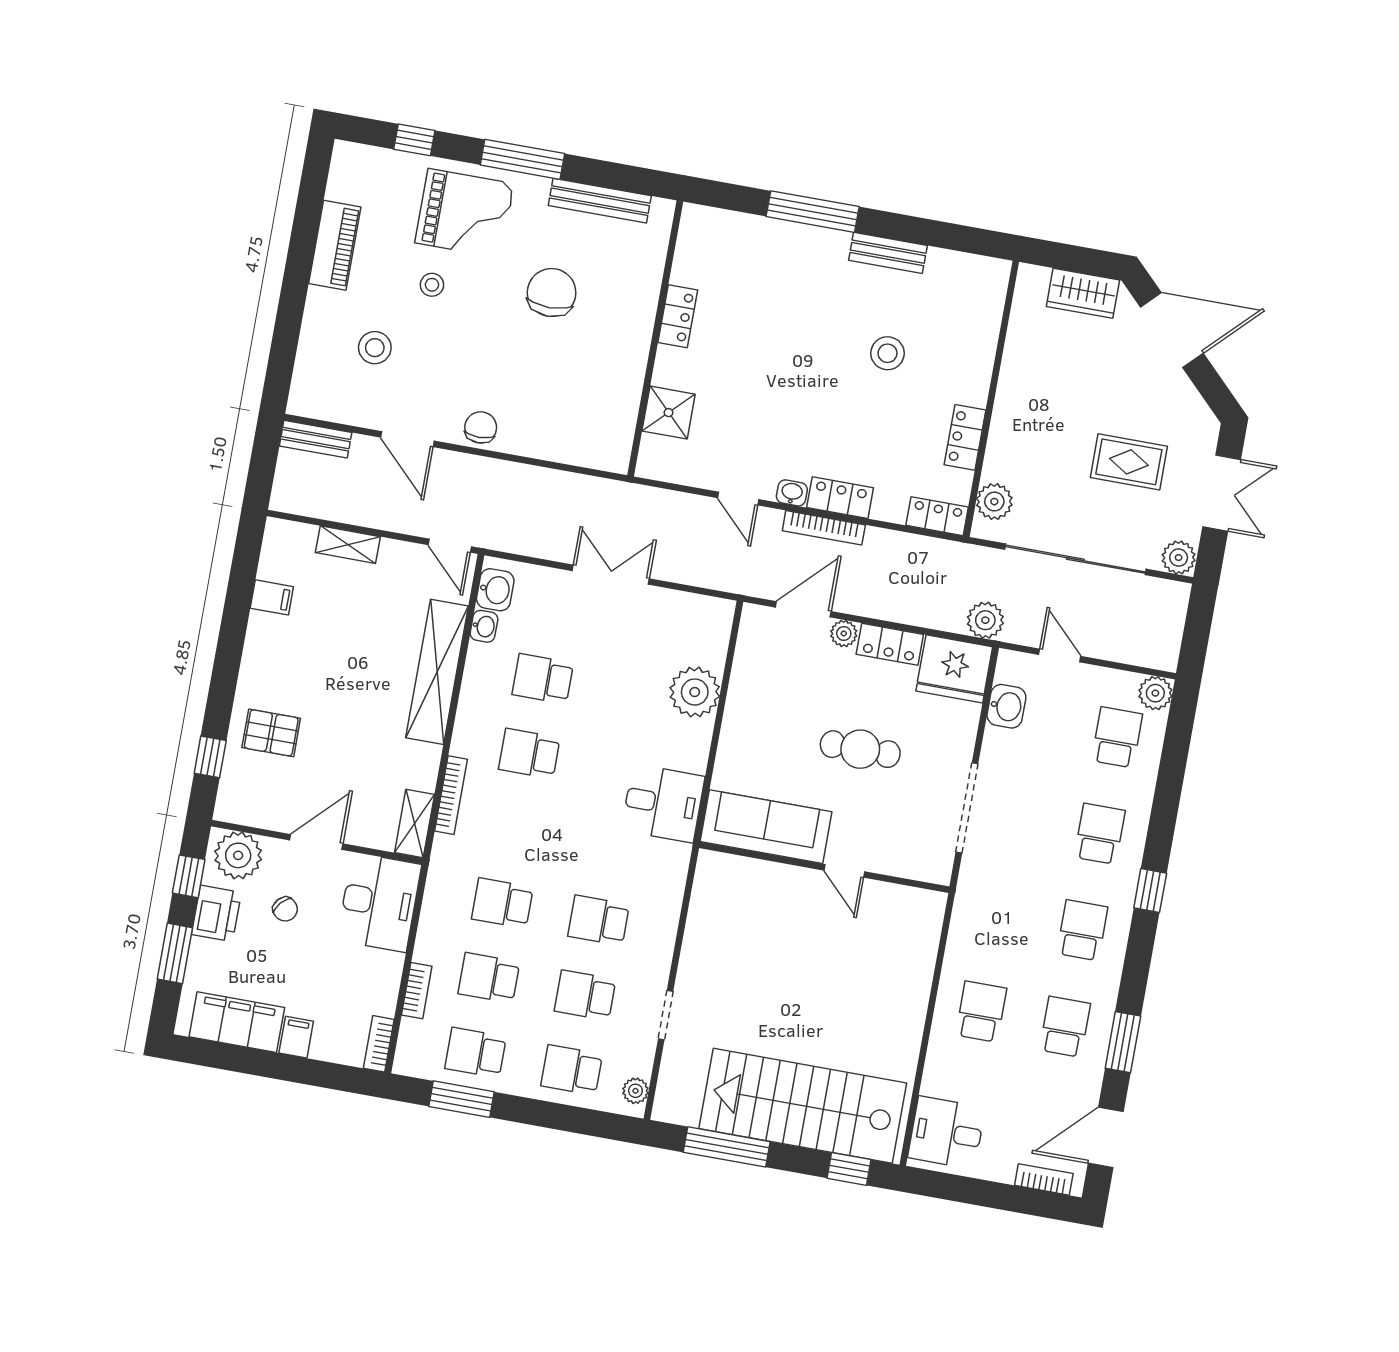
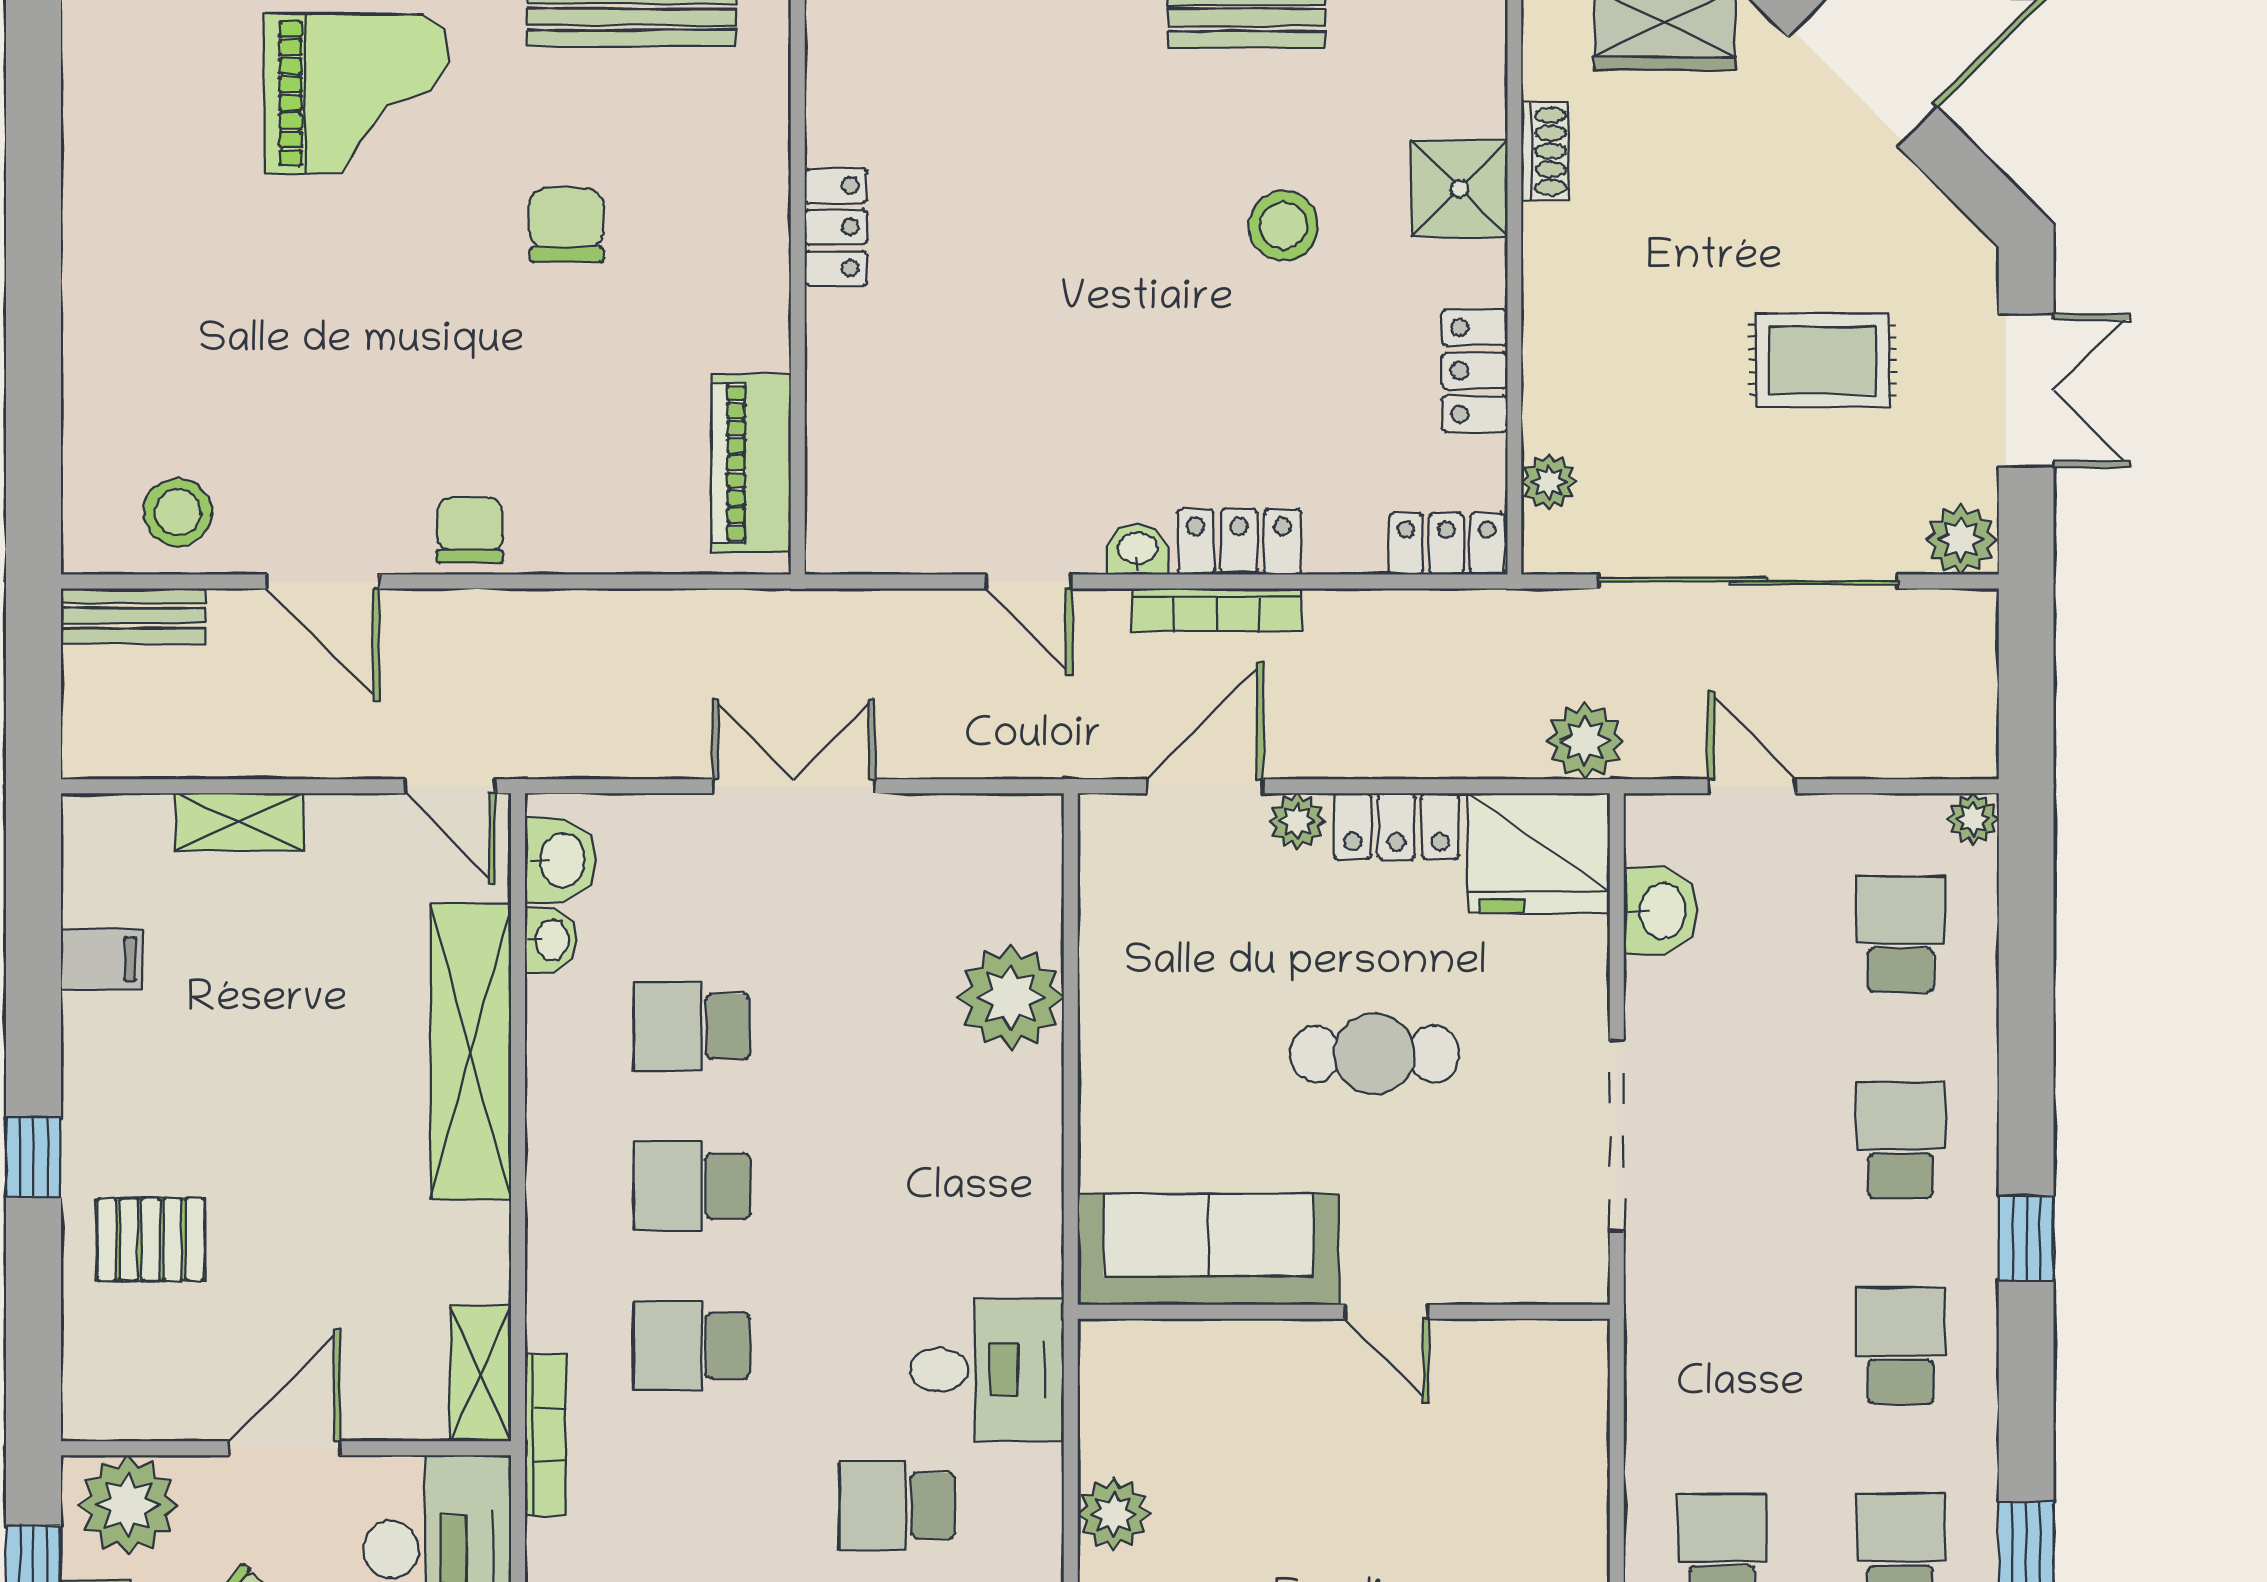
piano: (335, 245) -> (751, 463), moved, turned 180
stool: (432, 285) -> (316, 253), removed
chair: (552, 293) -> (566, 225), width x0.73, depth x0.73
shoe rack: (1016, 341) -> (1545, 151), added
stool: (375, 348) -> (178, 512), moved
shower: (669, 413) -> (1459, 189), moved
plant: (994, 502) -> (1549, 482), width x0.73, depth x0.73
plant: (1155, 693) -> (1973, 819), width x0.73, depth x0.73
window: (210, 757) -> (33, 1157), moved
bookcase: (451, 795) -> (545, 1435), moved
desk: (663, 803) -> (987, 1370), moved
school desk: (502, 903) -> (692, 1346), moved
plant: (699, 943) -> (1114, 1514), added

